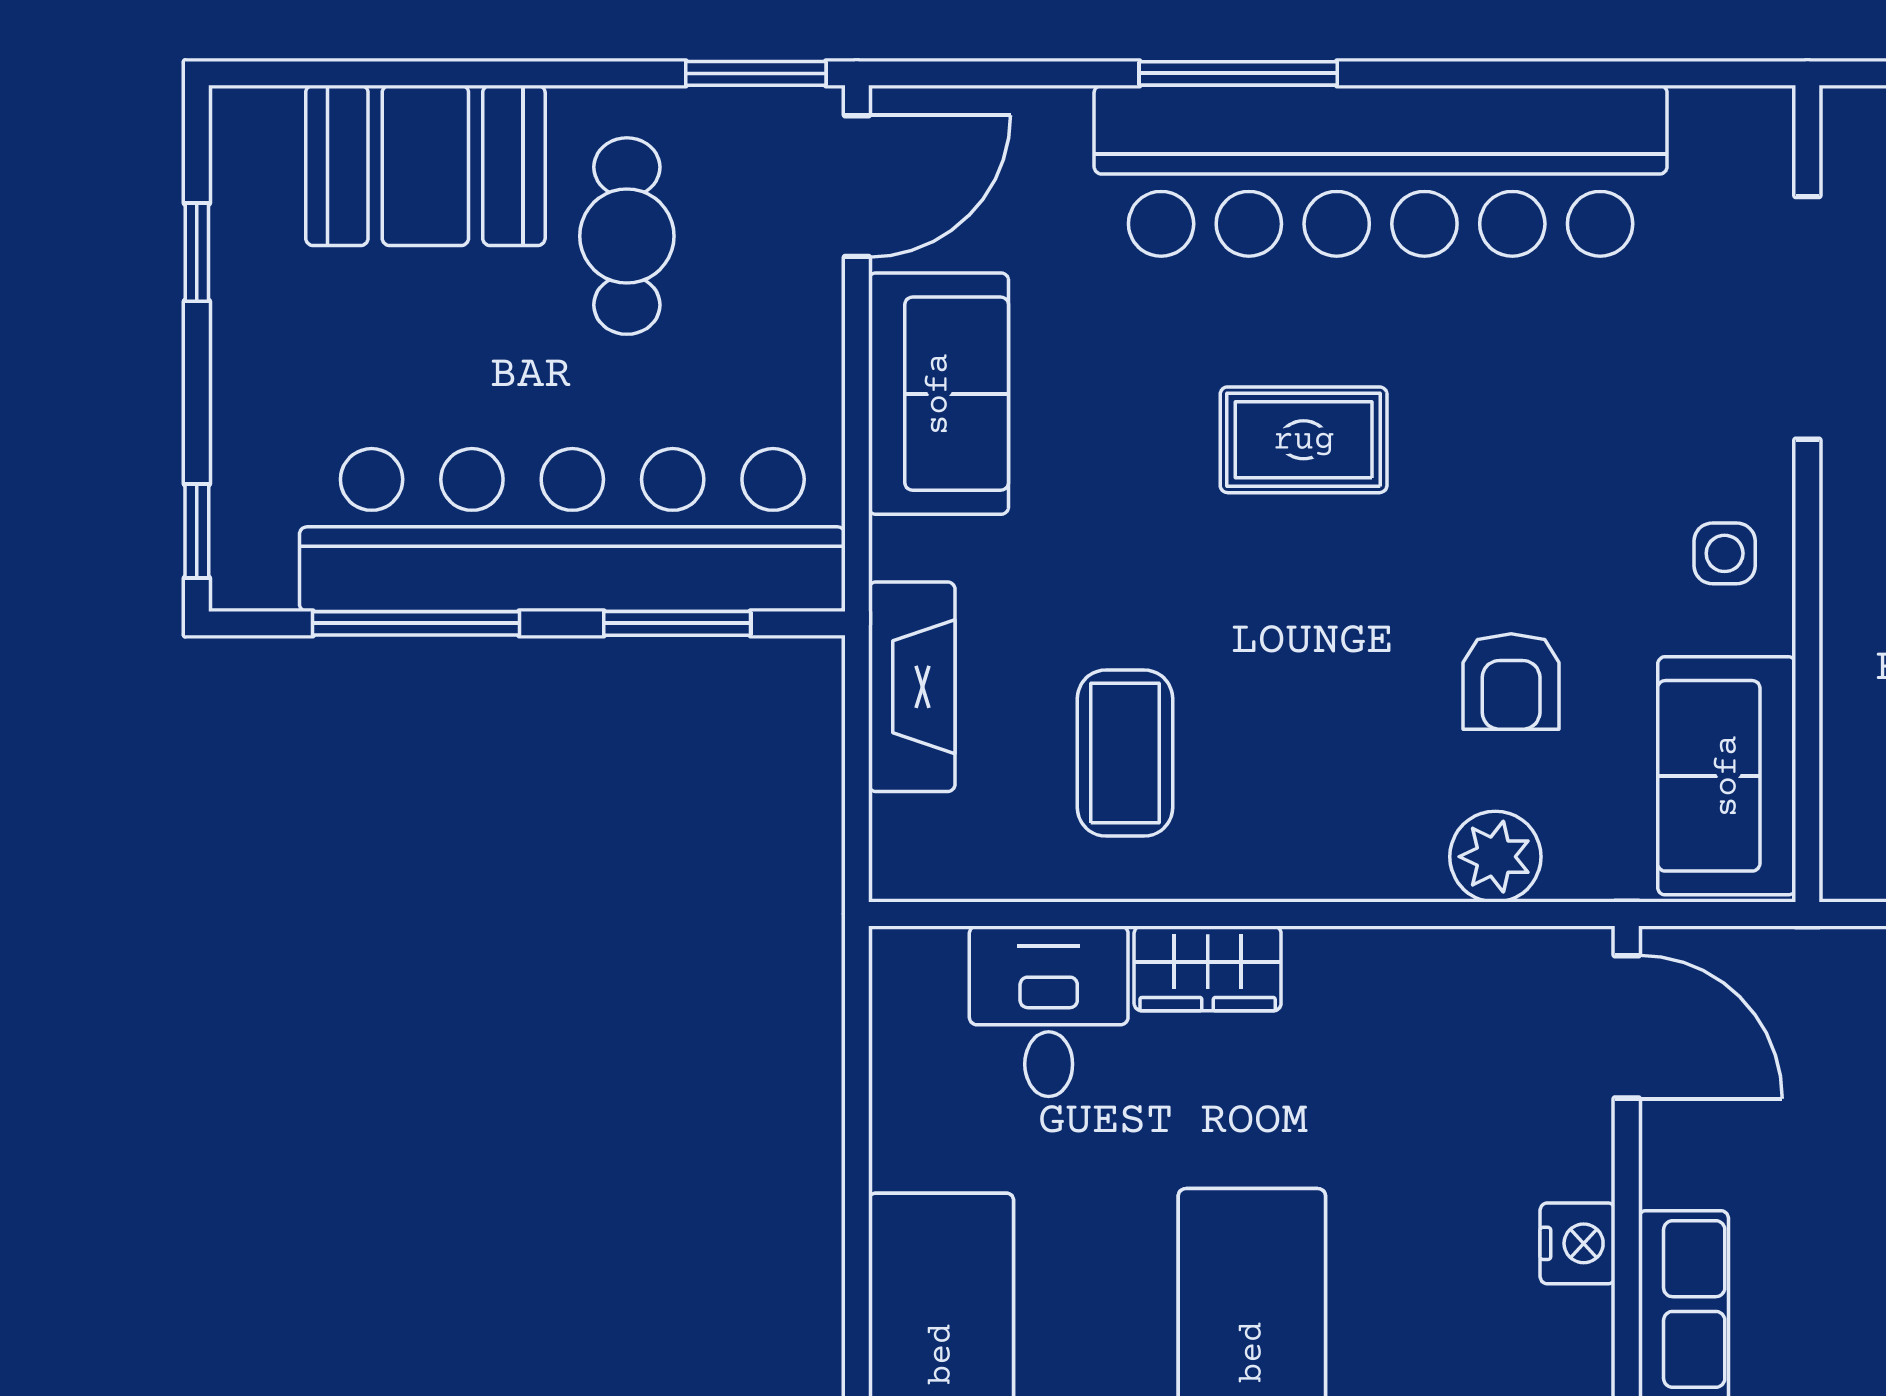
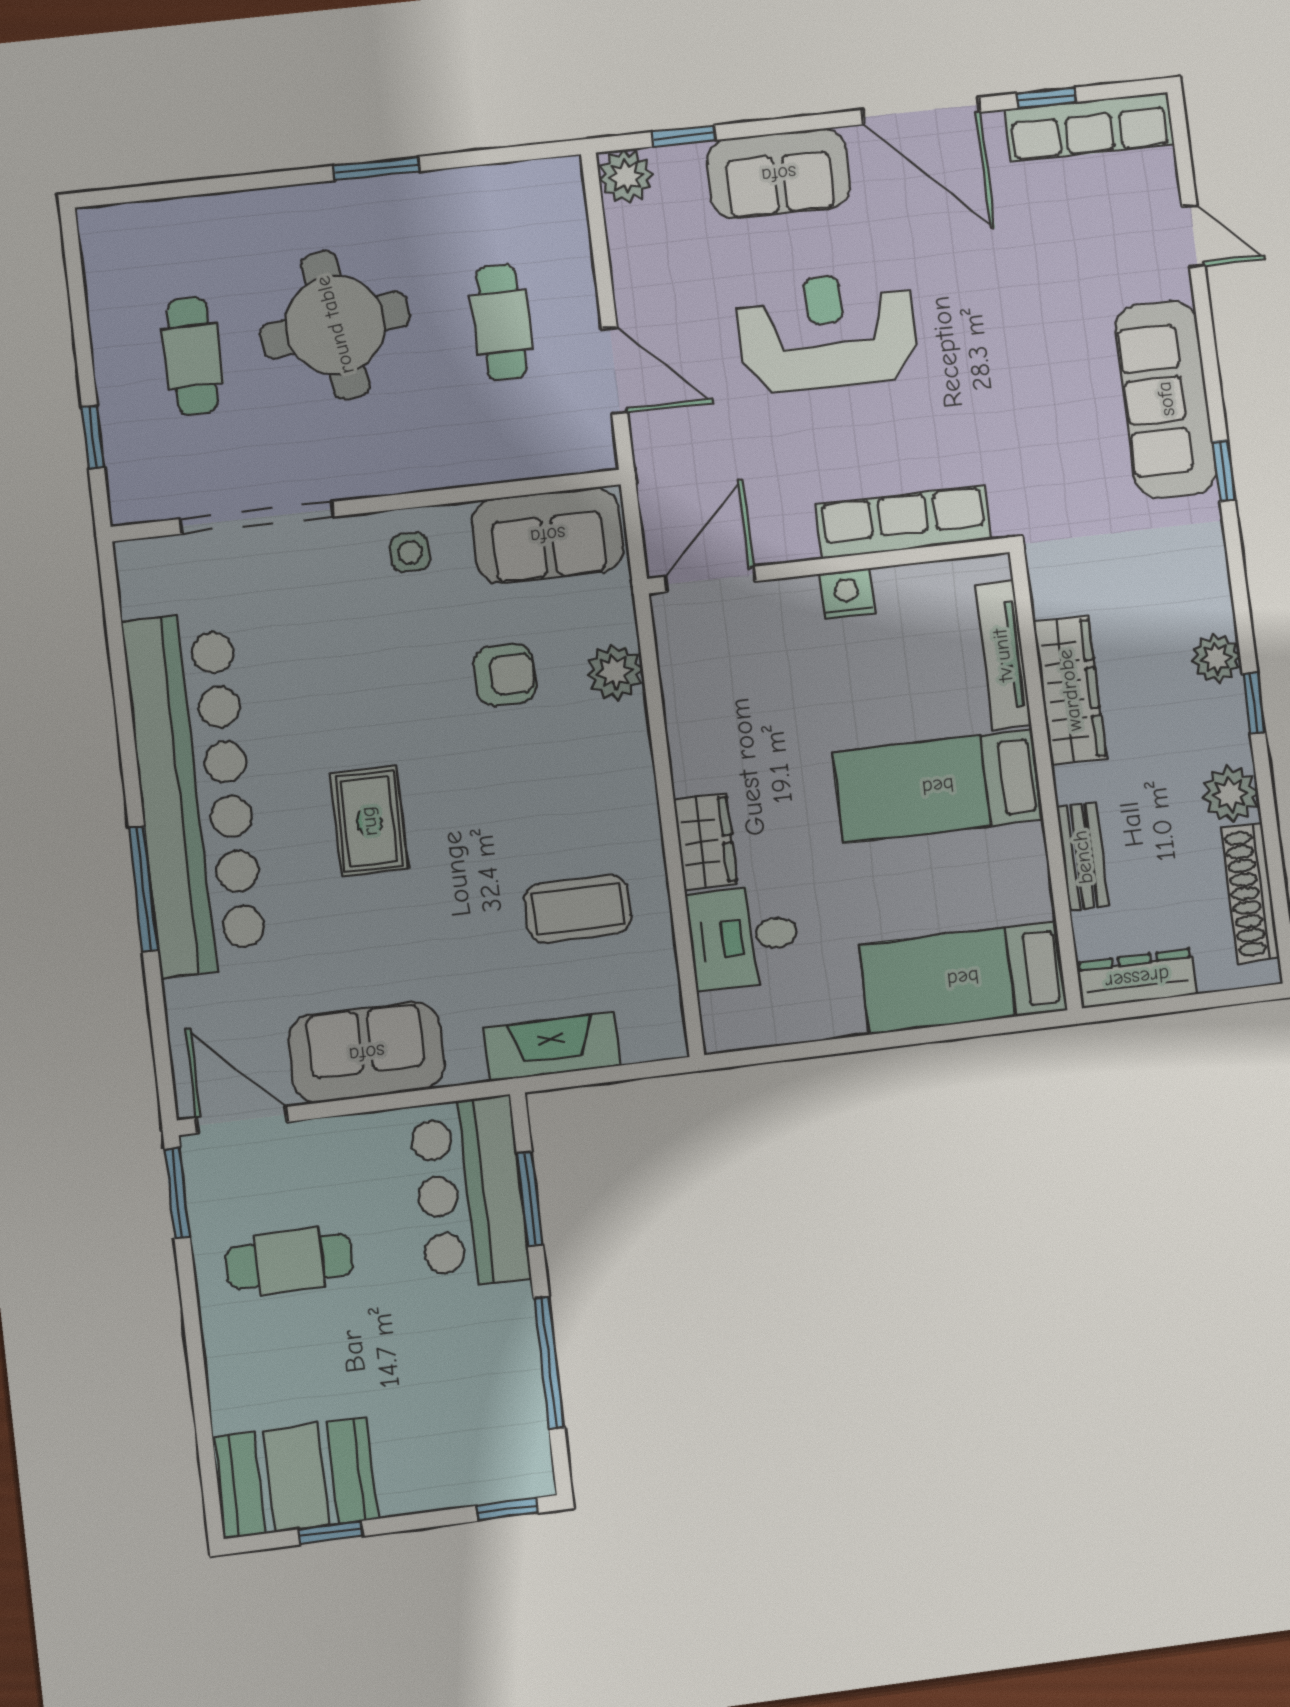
booth: (425, 165) -> (296, 1478), moved, turned 90
bar counter: (572, 530) -> (470, 1193), width x0.54

